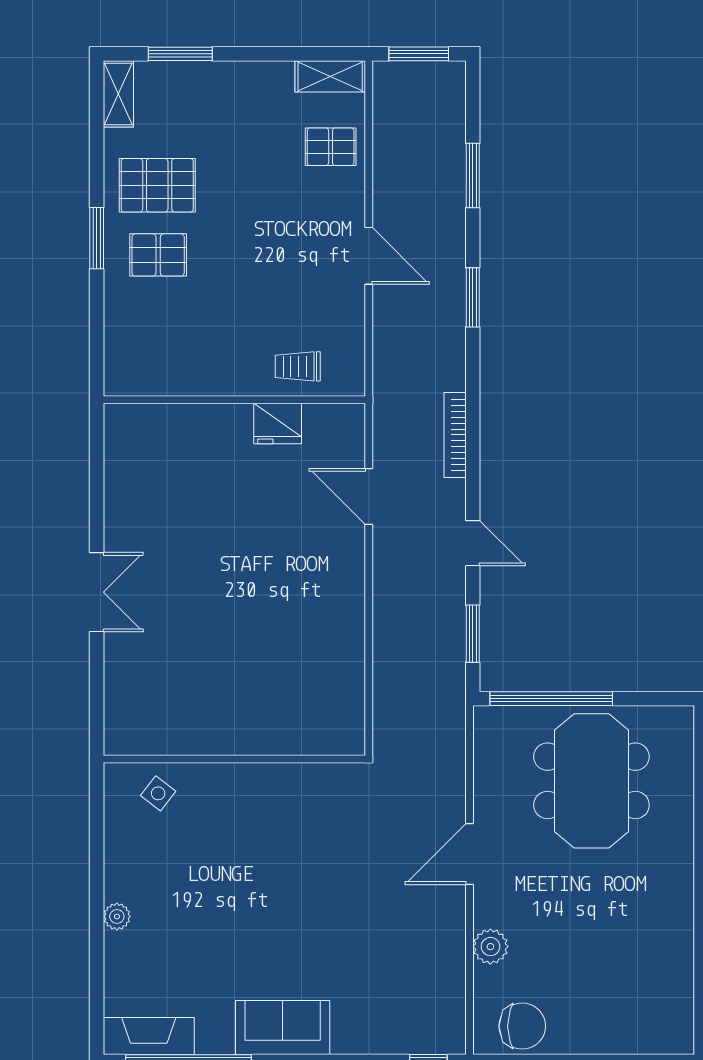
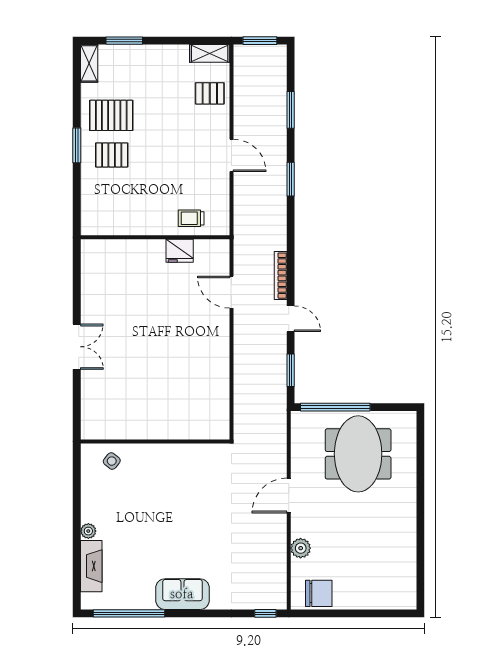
bookcase: (455, 435) -> (281, 276), moved
fireplace: (149, 1036) -> (91, 566), moved, turned 90

